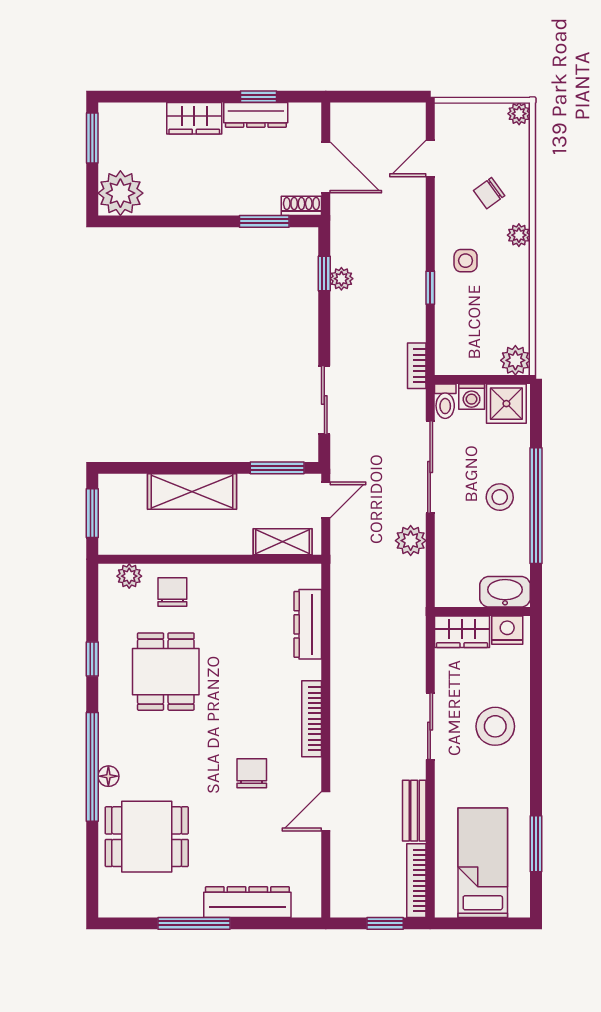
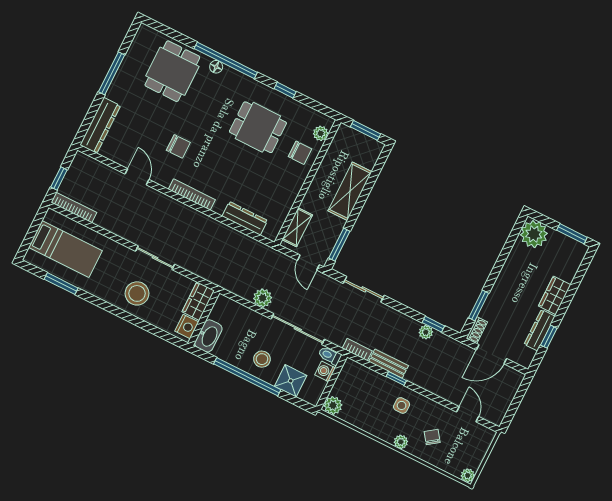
shower: (506, 404) -> (291, 381), moved
bench: (414, 811) -> (389, 364), moved
dresser: (247, 902) -> (100, 125), moved

